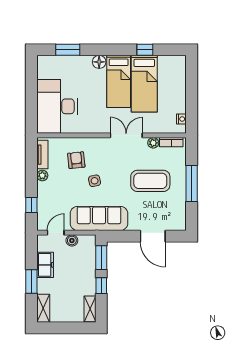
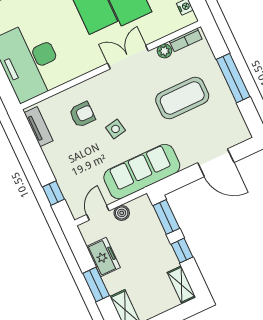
armchair: (76, 160) -> (82, 115), turned 96
plant: (42, 175) -> (50, 152), removed

